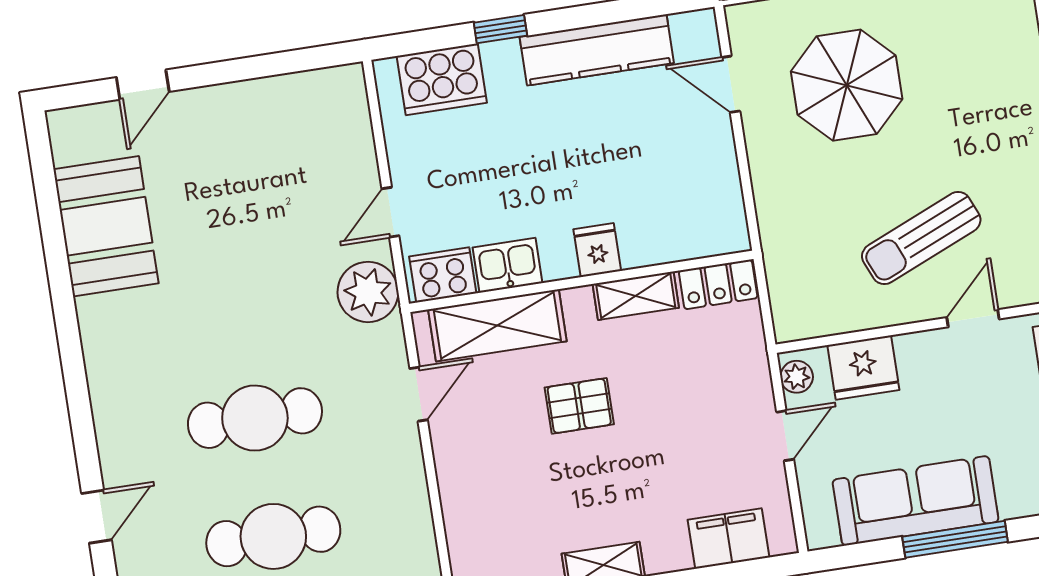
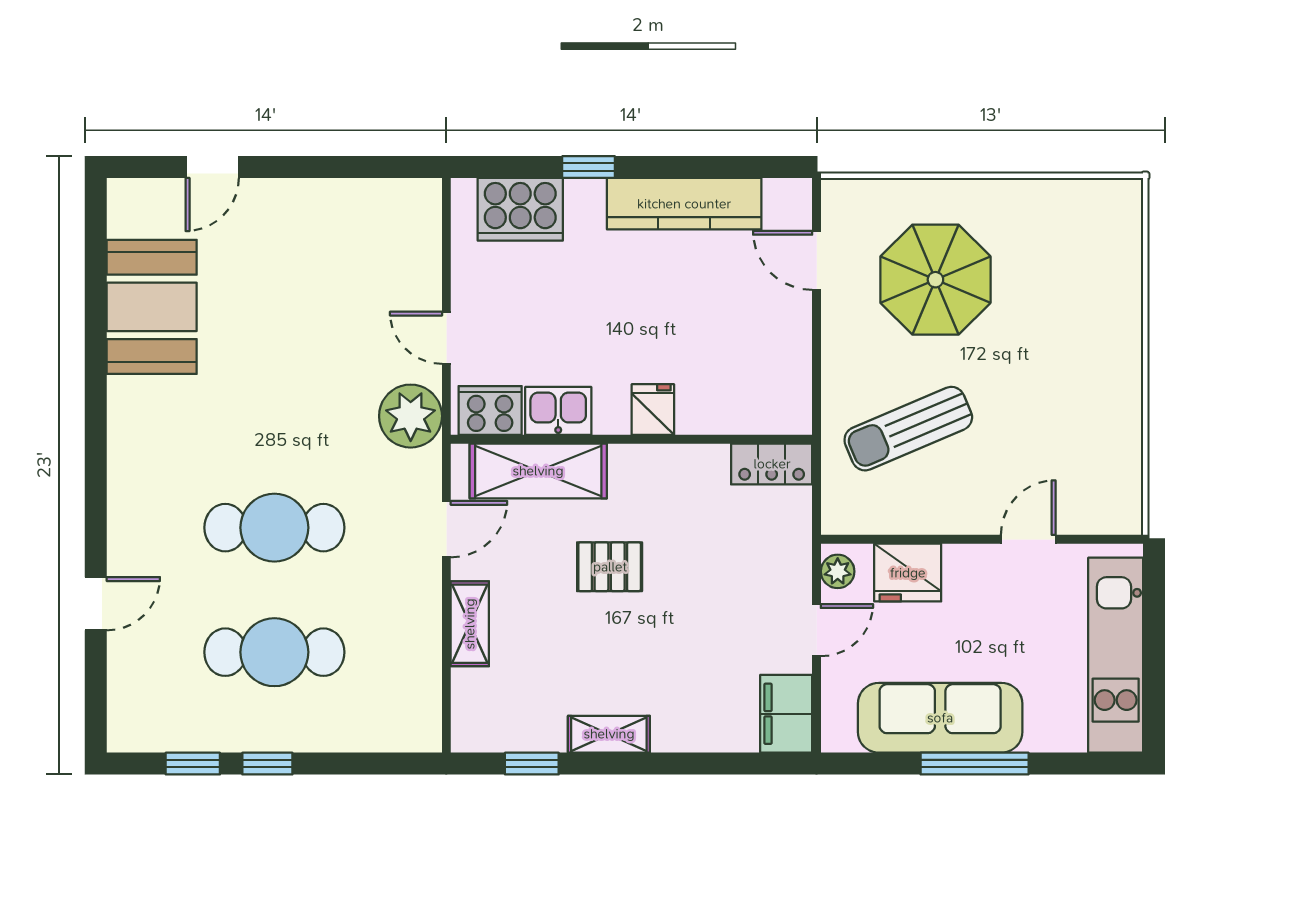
door: (390, 212) -> (446, 338), hinge flipped
sun lounger: (921, 238) -> (908, 429), moved
shelving: (636, 296) -> (470, 624), moved, turned 90
filing cabinet: (728, 538) -> (786, 714), moved, turned -90

